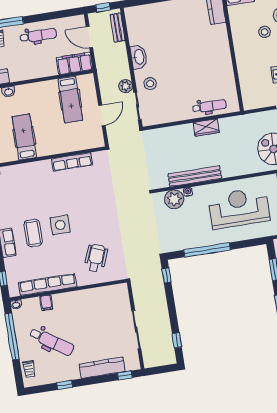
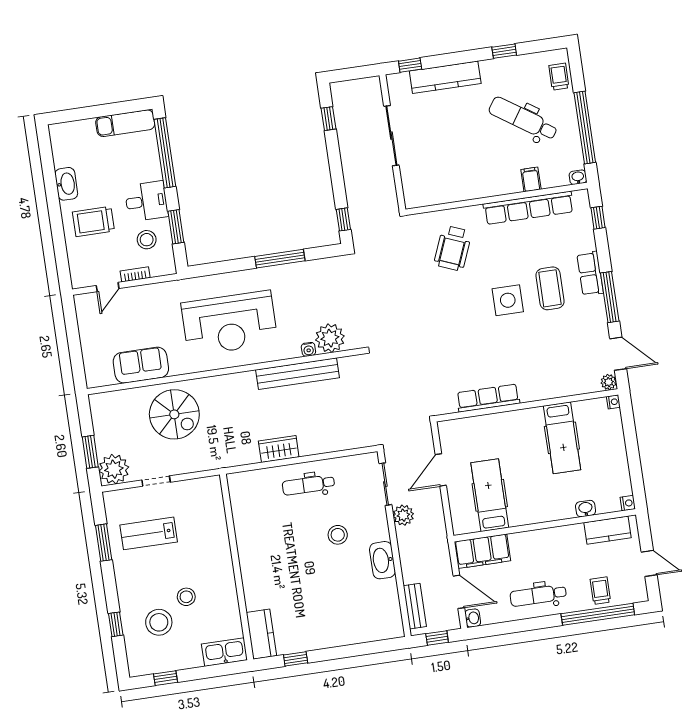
washbasin: (80, 20) -> (473, 618), added
stool: (150, 84) -> (338, 535), moved
dental chair: (209, 106) -> (308, 485), moved
window: (207, 250) -> (280, 259), width x0.68

